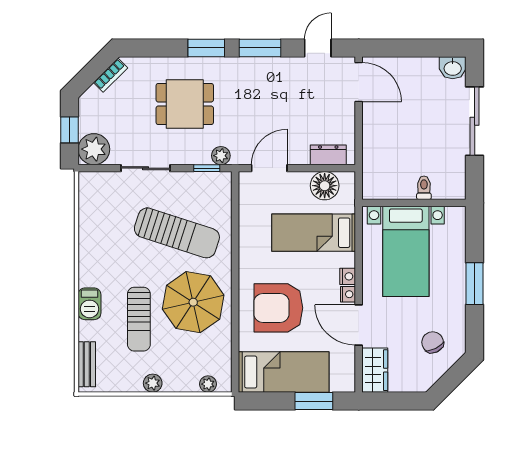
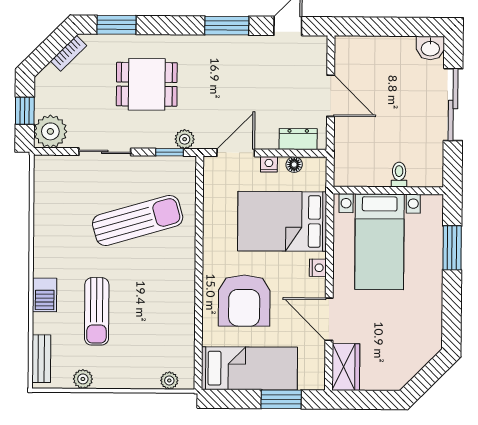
window: (206, 48) -> (116, 25), moved
door: (359, 82) -> (331, 96), moved
floor lamp: (325, 186) -> (294, 165), width x0.53, depth x0.53
sun lounger: (177, 233) -> (138, 220), turned -34
bed: (314, 233) -> (282, 221), width x1.50
window: (475, 284) -> (452, 248), moved
nightstand: (348, 294) -> (269, 164), moved, turned -90
parasol: (193, 302) -> (154, 294), removed
armchair: (278, 308) -> (244, 301), turned -90
chair: (433, 342) -> (407, 338), removed
plant: (153, 383) -> (83, 379), moved

